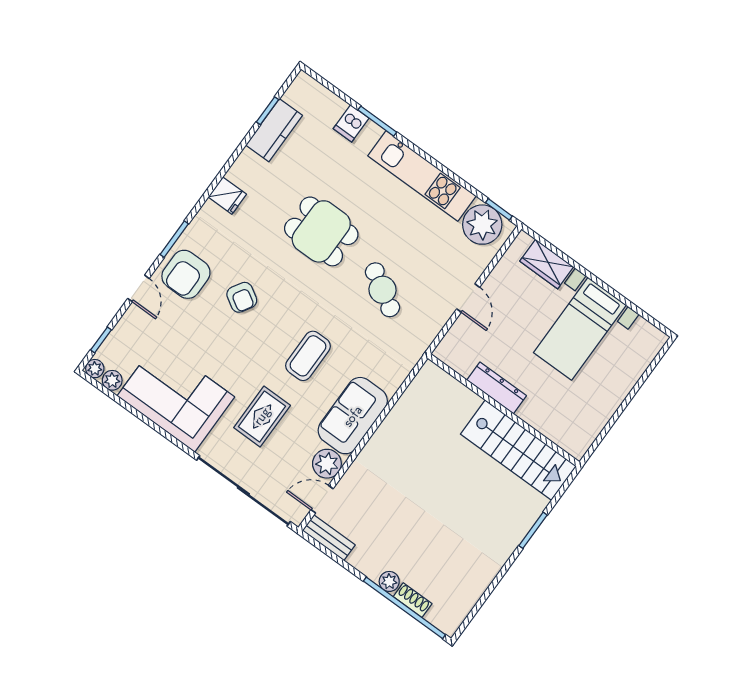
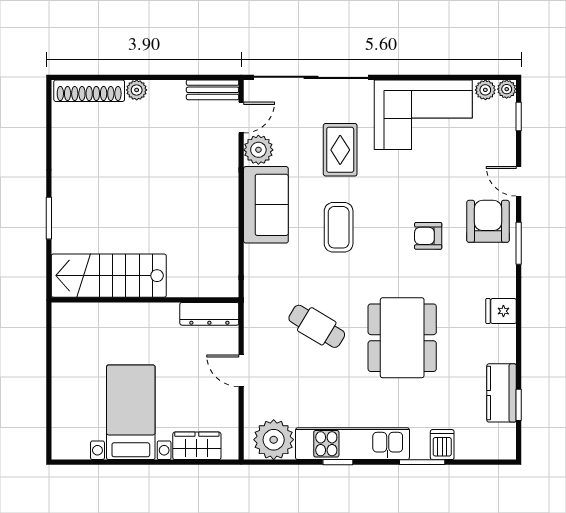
window: (499, 209) -> (338, 462), moved
dining table: (321, 231) -> (402, 338), width x1.38
armchair: (242, 297) -> (428, 236), turned -31
dresser: (497, 388) -> (209, 314), moved
shoe rack: (413, 600) -> (89, 91), width x1.94, depth x1.24
window: (404, 608) -> (108, 77), removed

